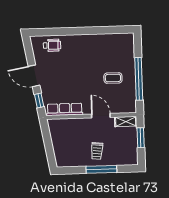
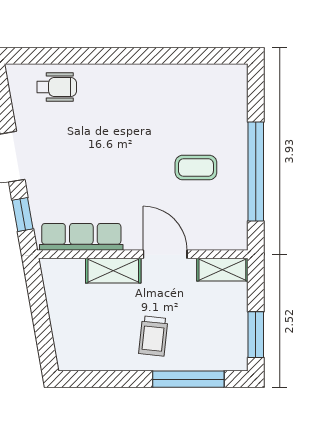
shelving: (79, 123) -> (113, 271), added
window: (141, 138) -> (256, 335), moved
window: (101, 169) -> (188, 379), moved

